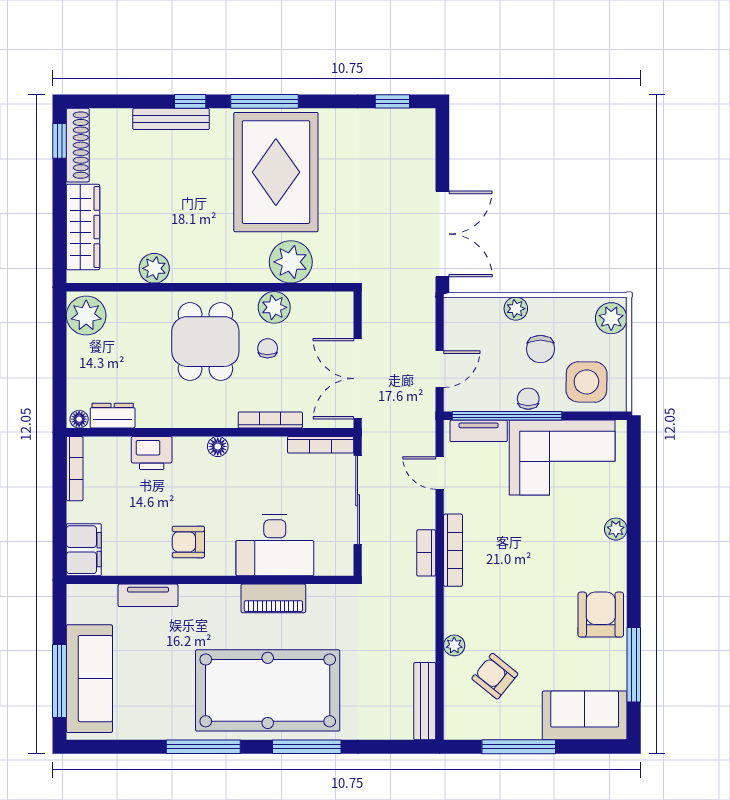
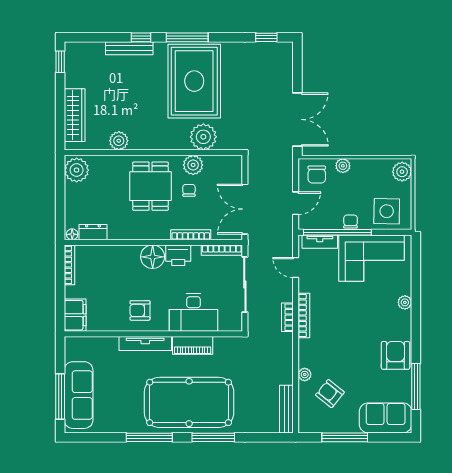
shoe rack: (78, 145) -> (71, 64), removed
chair: (540, 349) -> (317, 174), moved
floor lamp: (218, 446) -> (153, 257), width x1.89, depth x1.89
printer: (152, 453) -> (178, 255), moved
tv unit: (148, 595) -> (145, 343), moved, width x1.41

